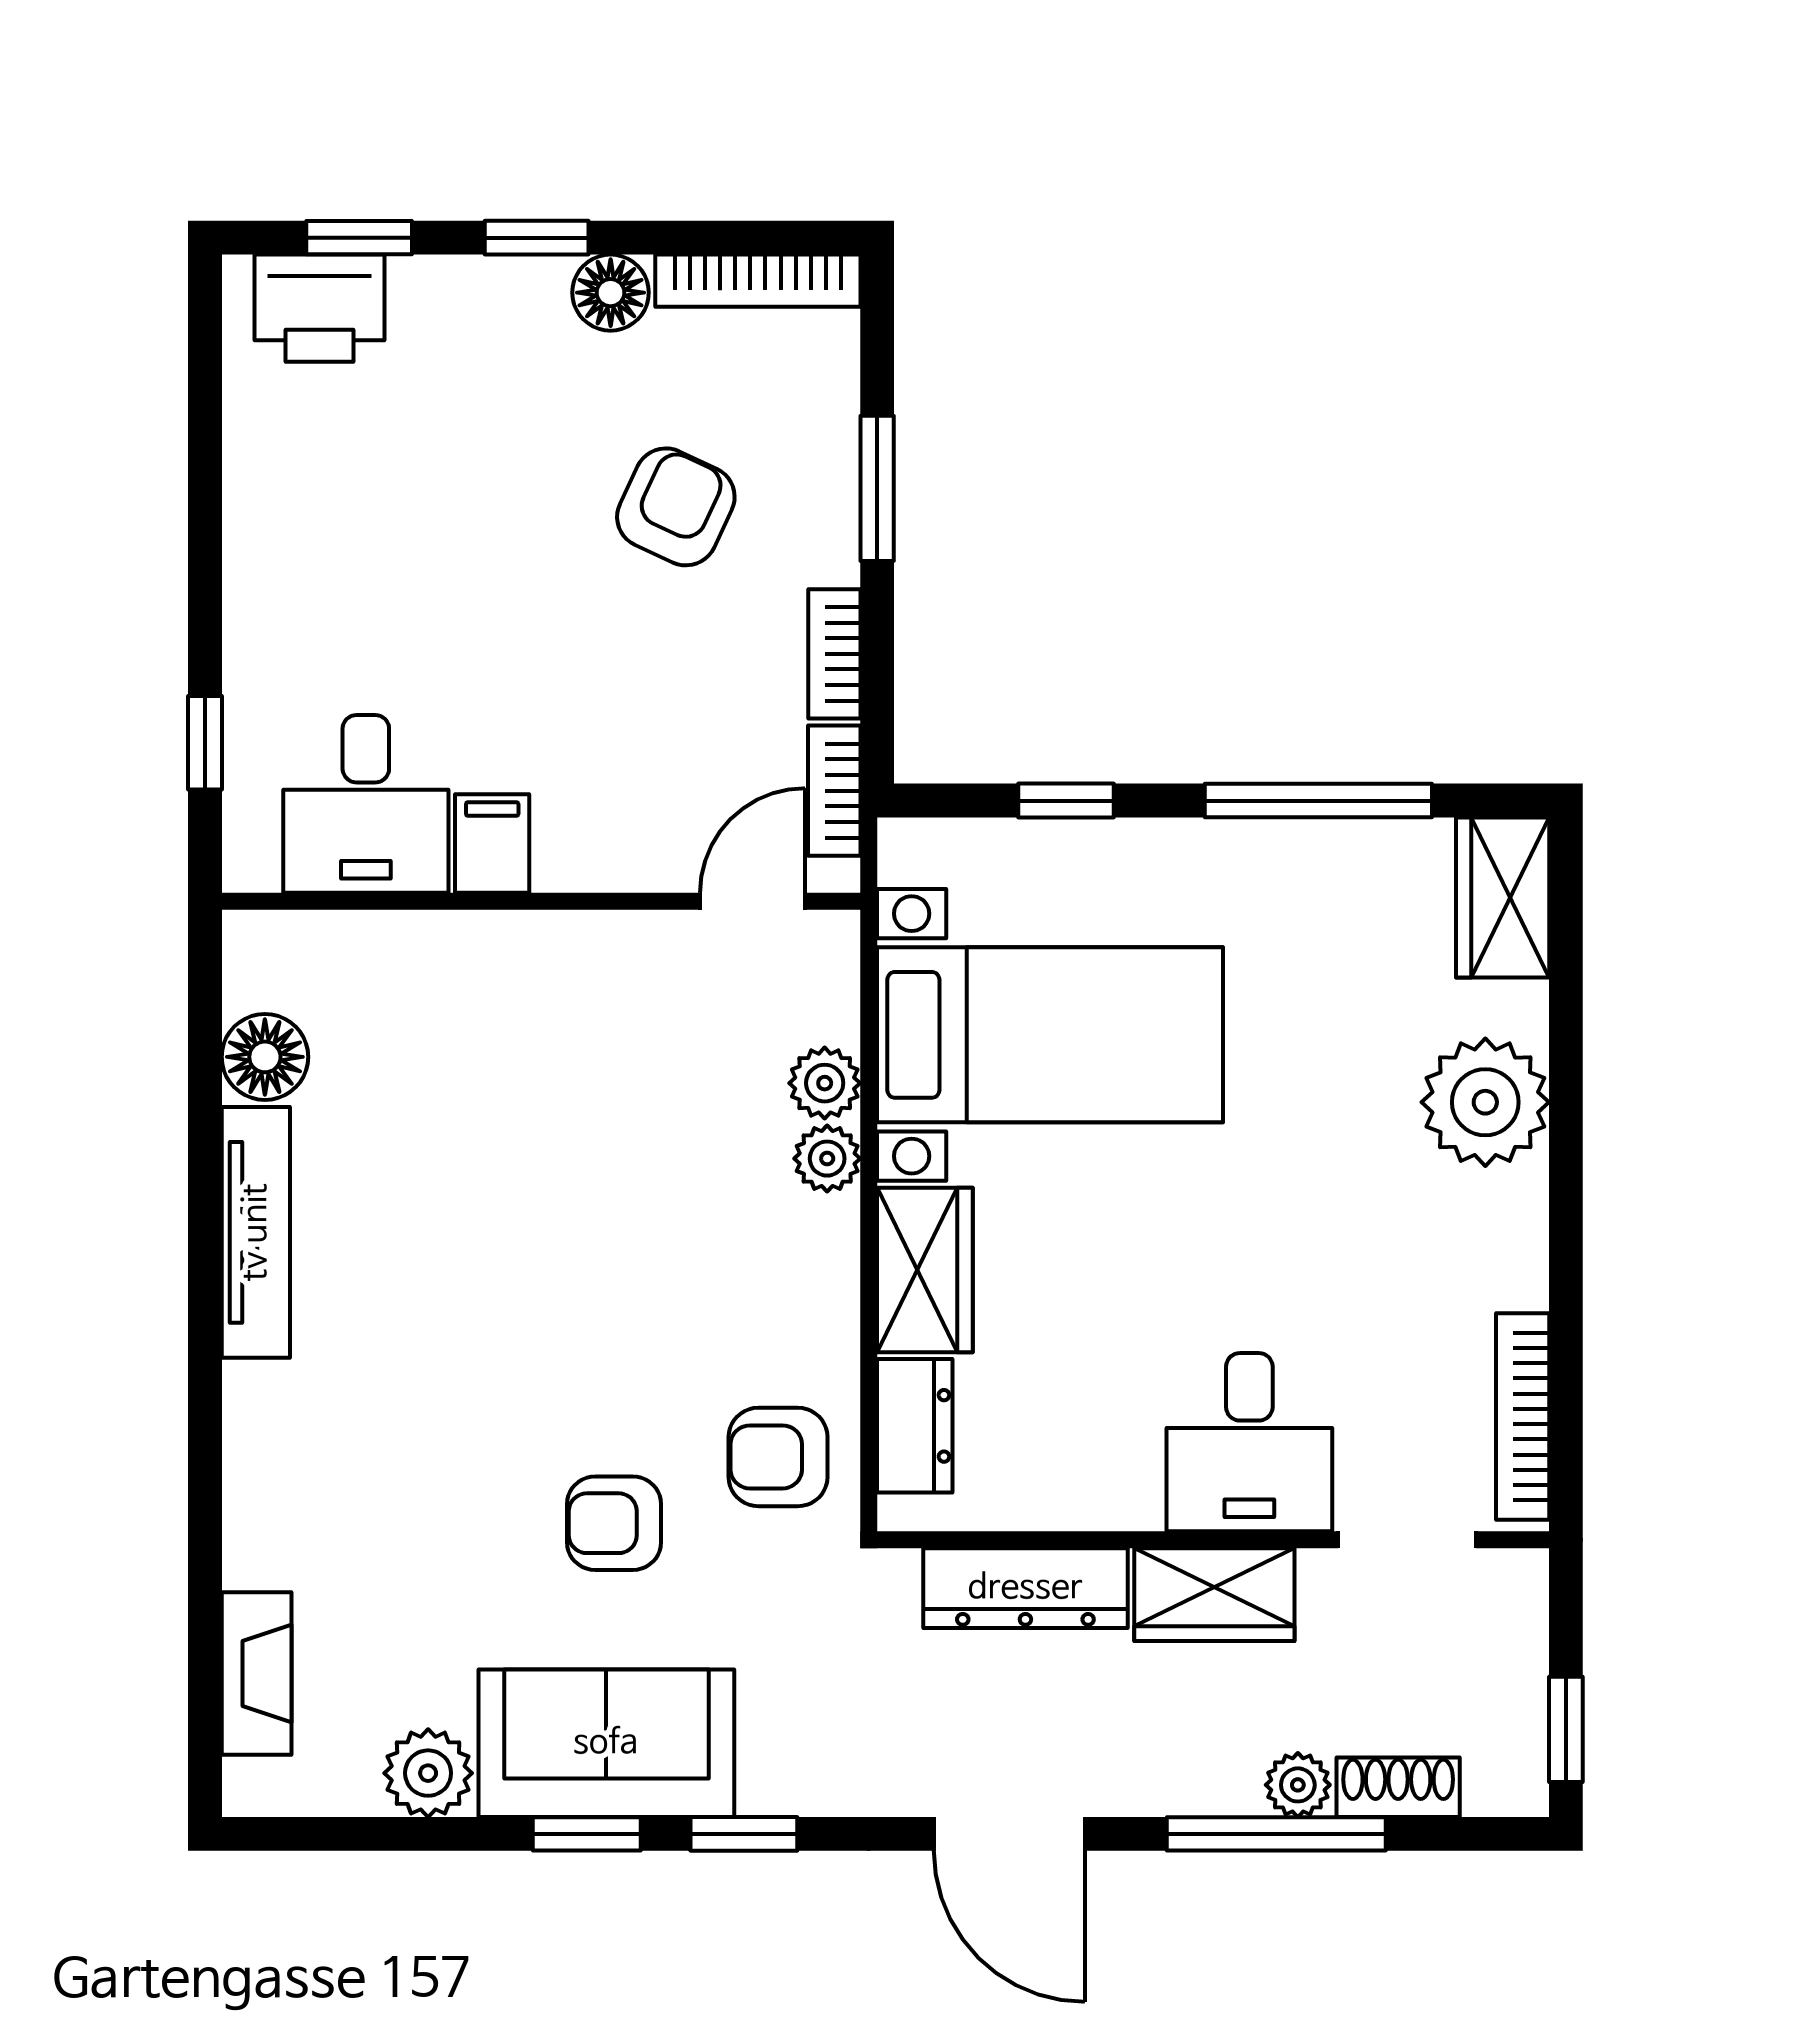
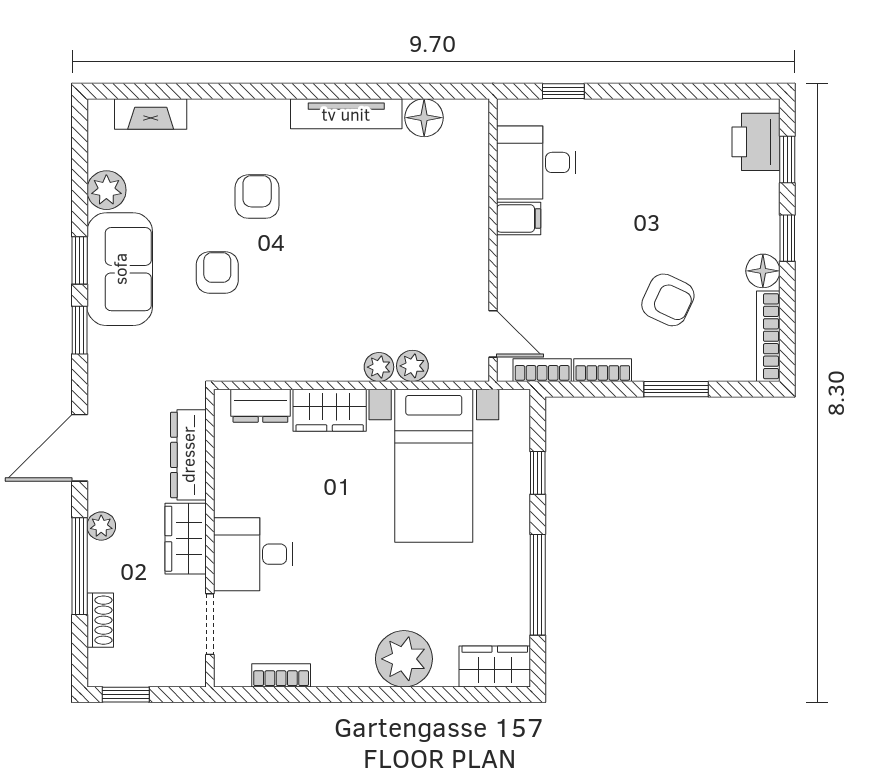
bookcase: (1523, 1417) -> (281, 675), width x0.64
armchair: (778, 1457) -> (257, 197), moved
plant: (1298, 1785) -> (101, 526), moved

